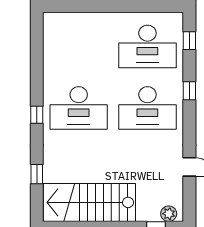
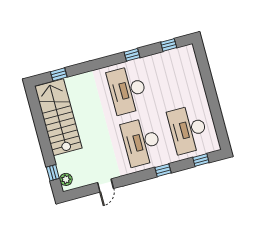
window: (37, 42) -> (169, 45), added
window: (37, 115) -> (132, 55), moved
window: (37, 174) -> (59, 74), moved

